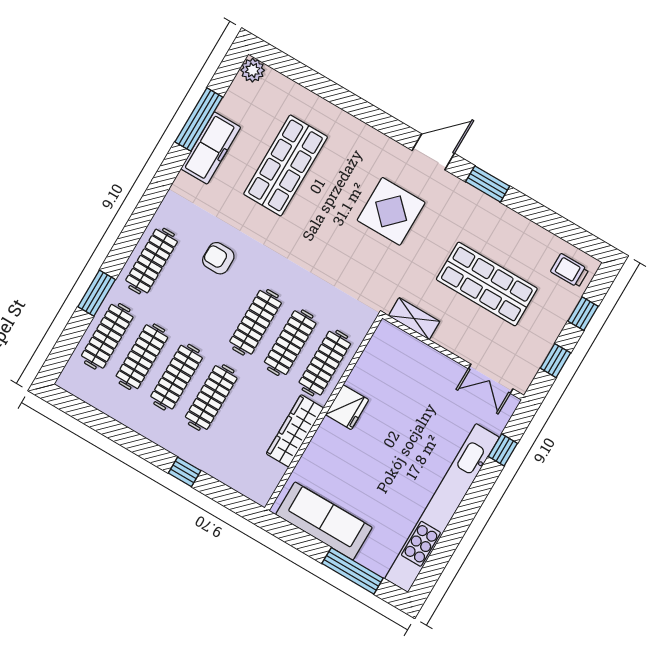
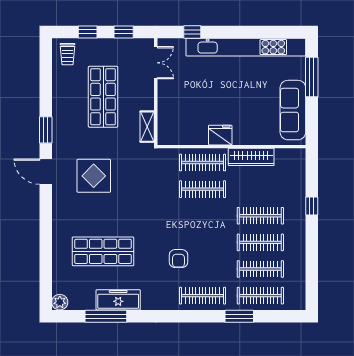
clothes rail: (256, 322) -> (203, 216), removed

